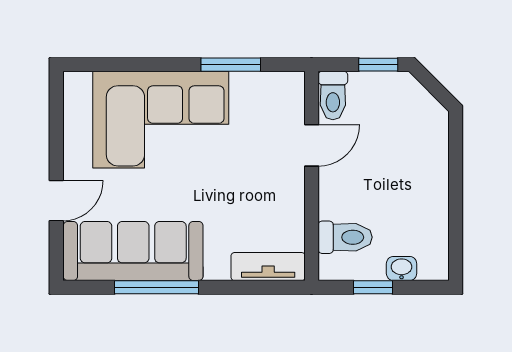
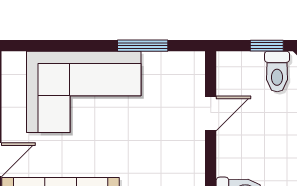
toilet: (333, 95) -> (277, 72), moved

